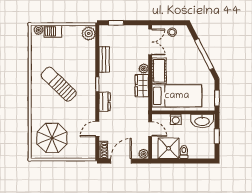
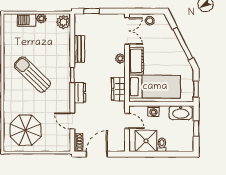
plant: (39, 30) -> (41, 18), moved
wardrobe: (142, 86) -> (118, 89), moved
door: (97, 129) -> (72, 121), hinge flipped
plant: (144, 154) -> (120, 147), removed

